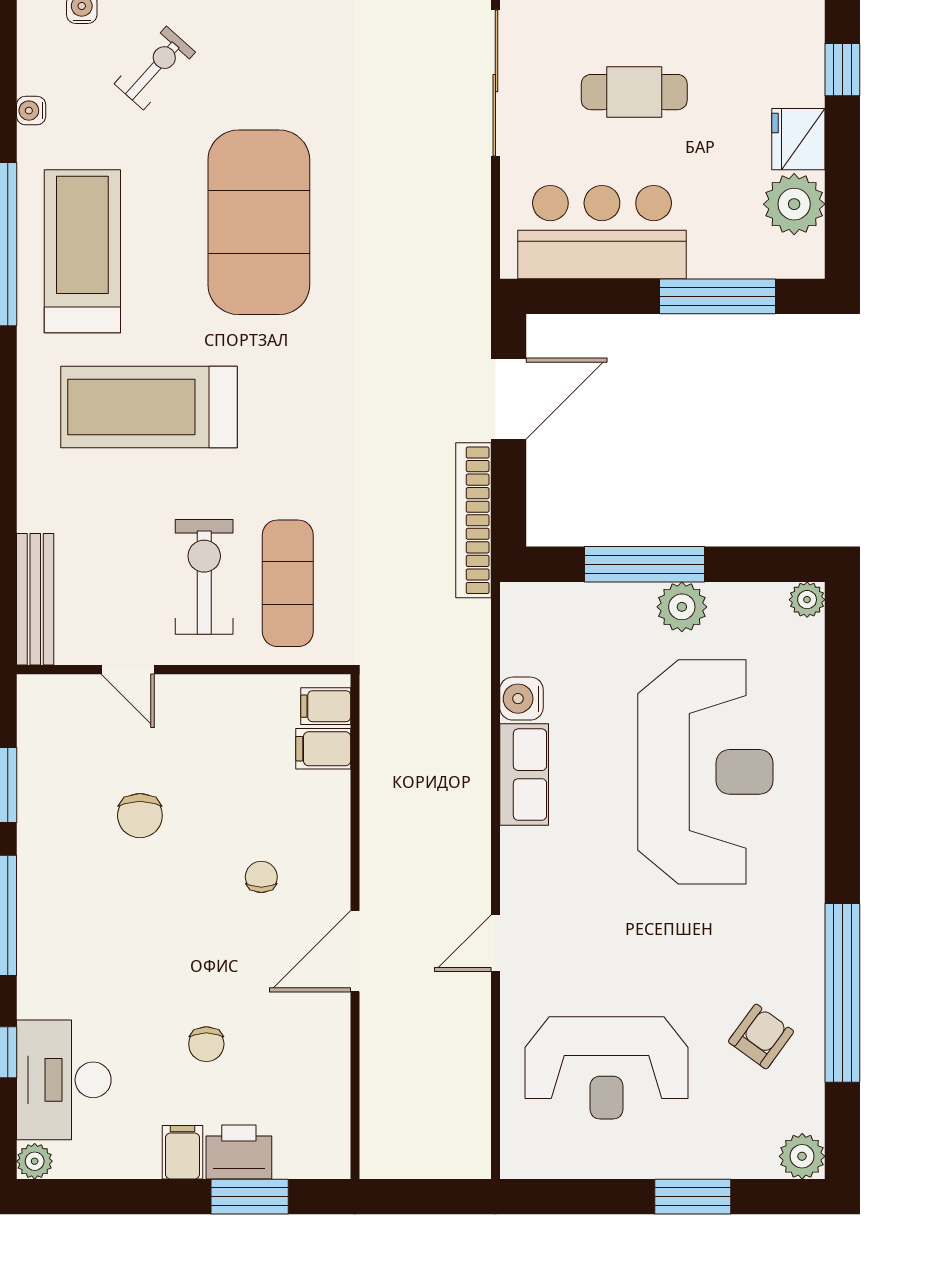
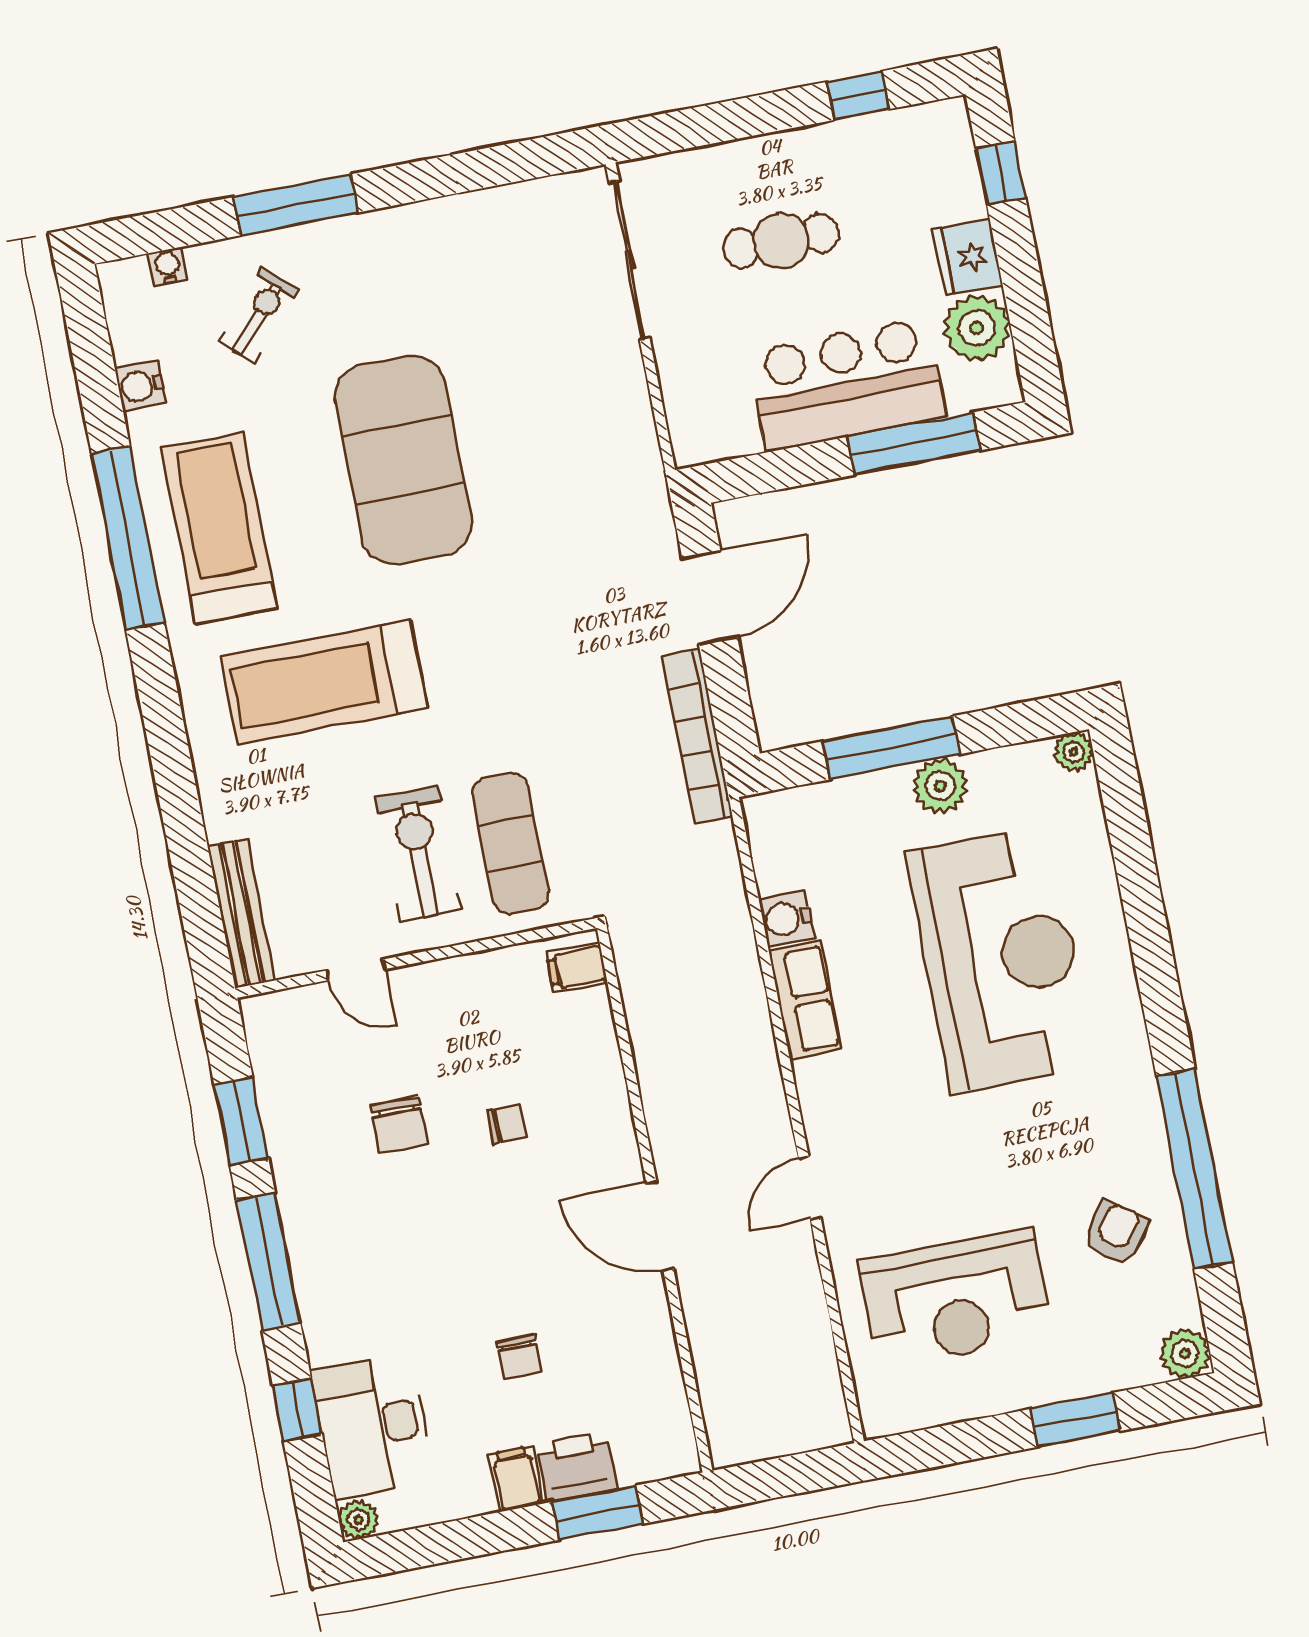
water cooler: (31, 111) -> (140, 386), width x1.38, depth x1.38
bar counter: (602, 232) -> (847, 385), moved
filing cabinet: (323, 749) -> (583, 1014), removed
chair: (261, 877) -> (507, 1124), moved, turned 90
door: (355, 951) -> (660, 1226), hinge flipped

